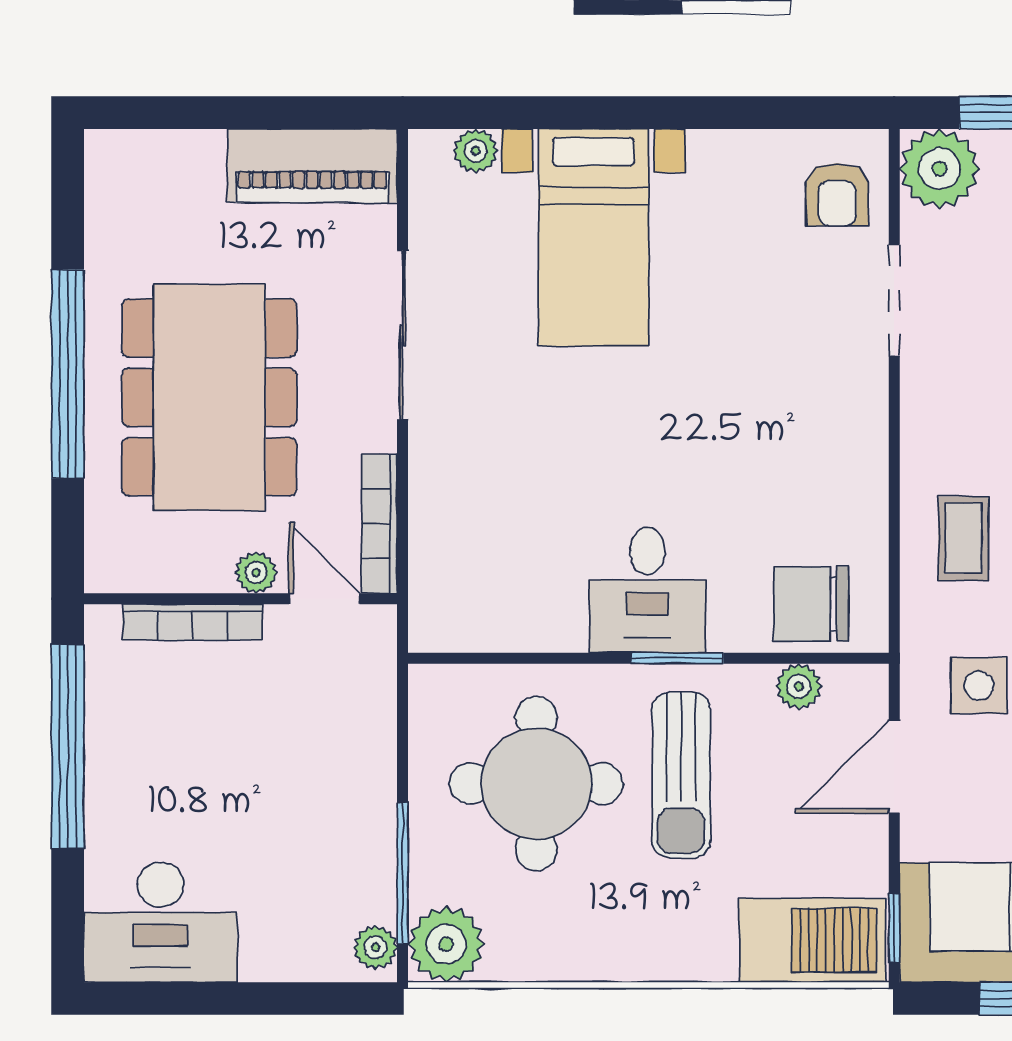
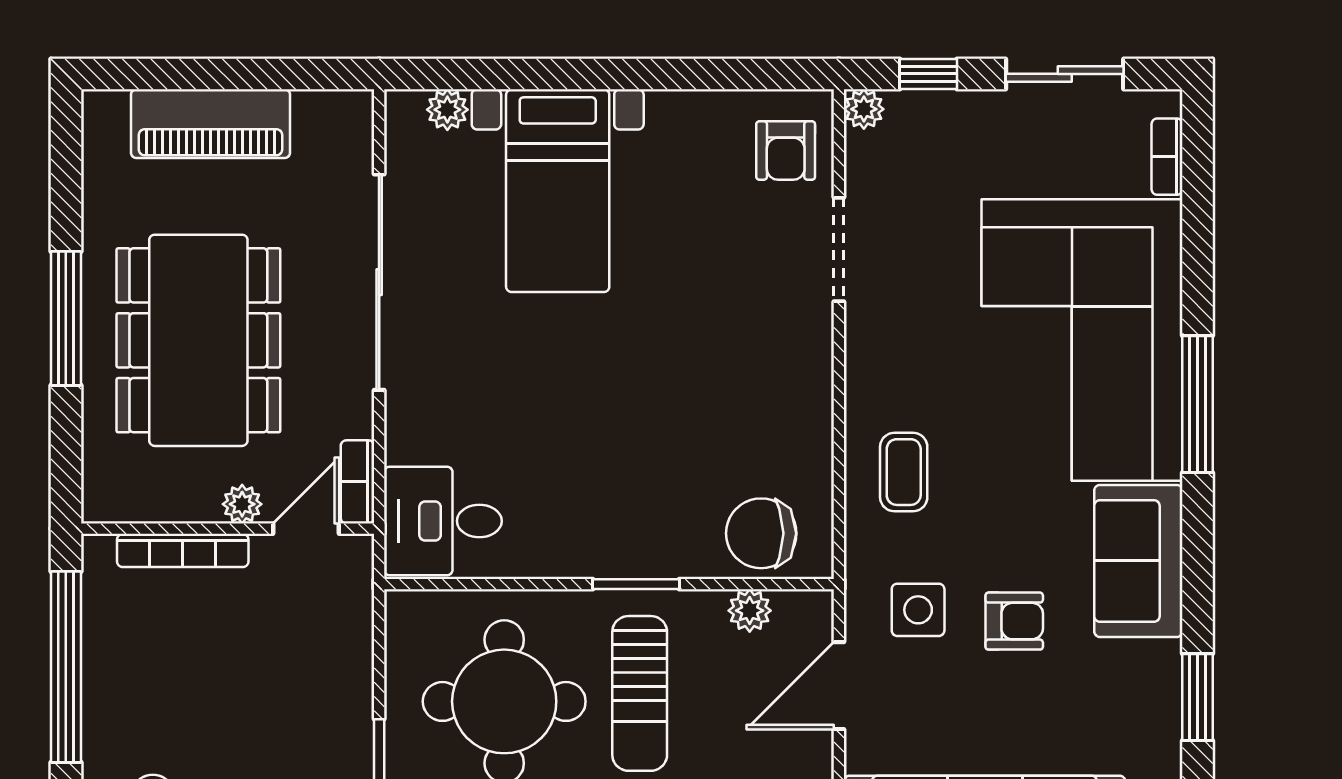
piano: (312, 166) -> (210, 124), moved
plant: (939, 169) -> (864, 109), width x0.53, depth x0.53
sliding door: (403, 335) -> (379, 282), width x1.36
window: (68, 374) -> (66, 318), width x0.68
bookcase: (379, 524) -> (357, 482), width x0.64
desk: (647, 590) -> (443, 521), moved, turned 90
door: (324, 599) -> (306, 529), hinge flipped

